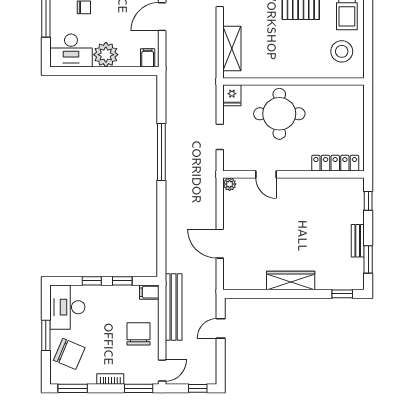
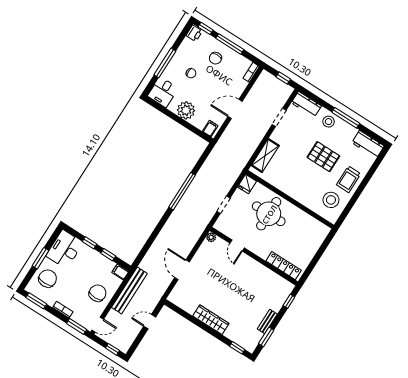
desk: (71, 50) -> (163, 92), width x0.73
chair: (69, 354) -> (48, 279), turned -113

